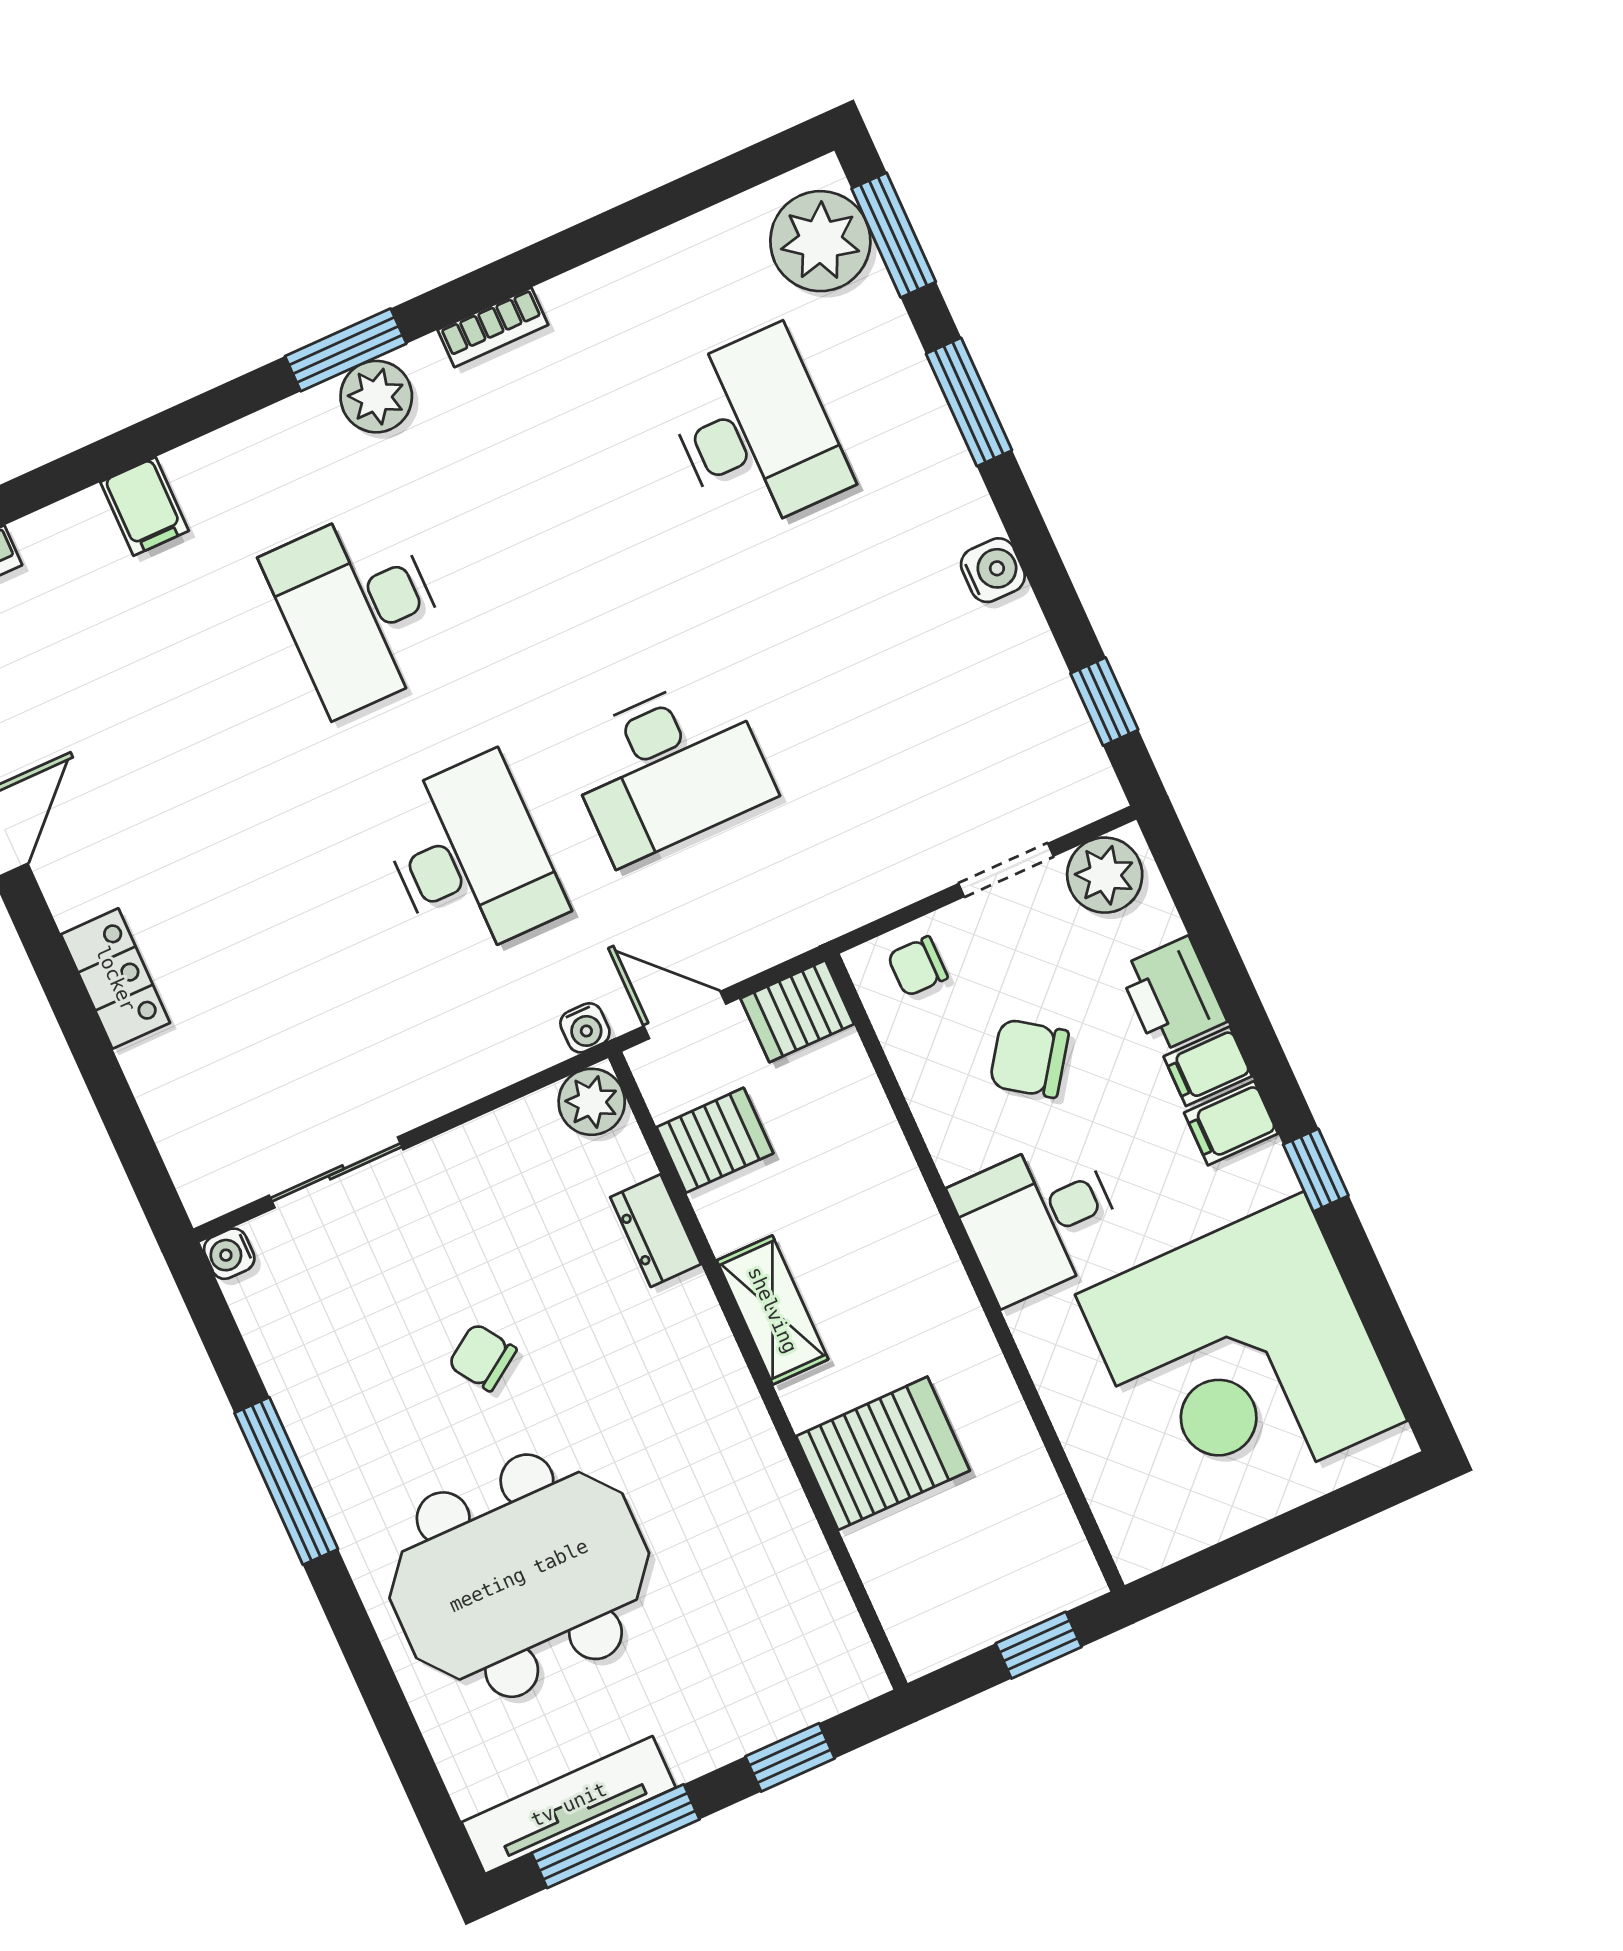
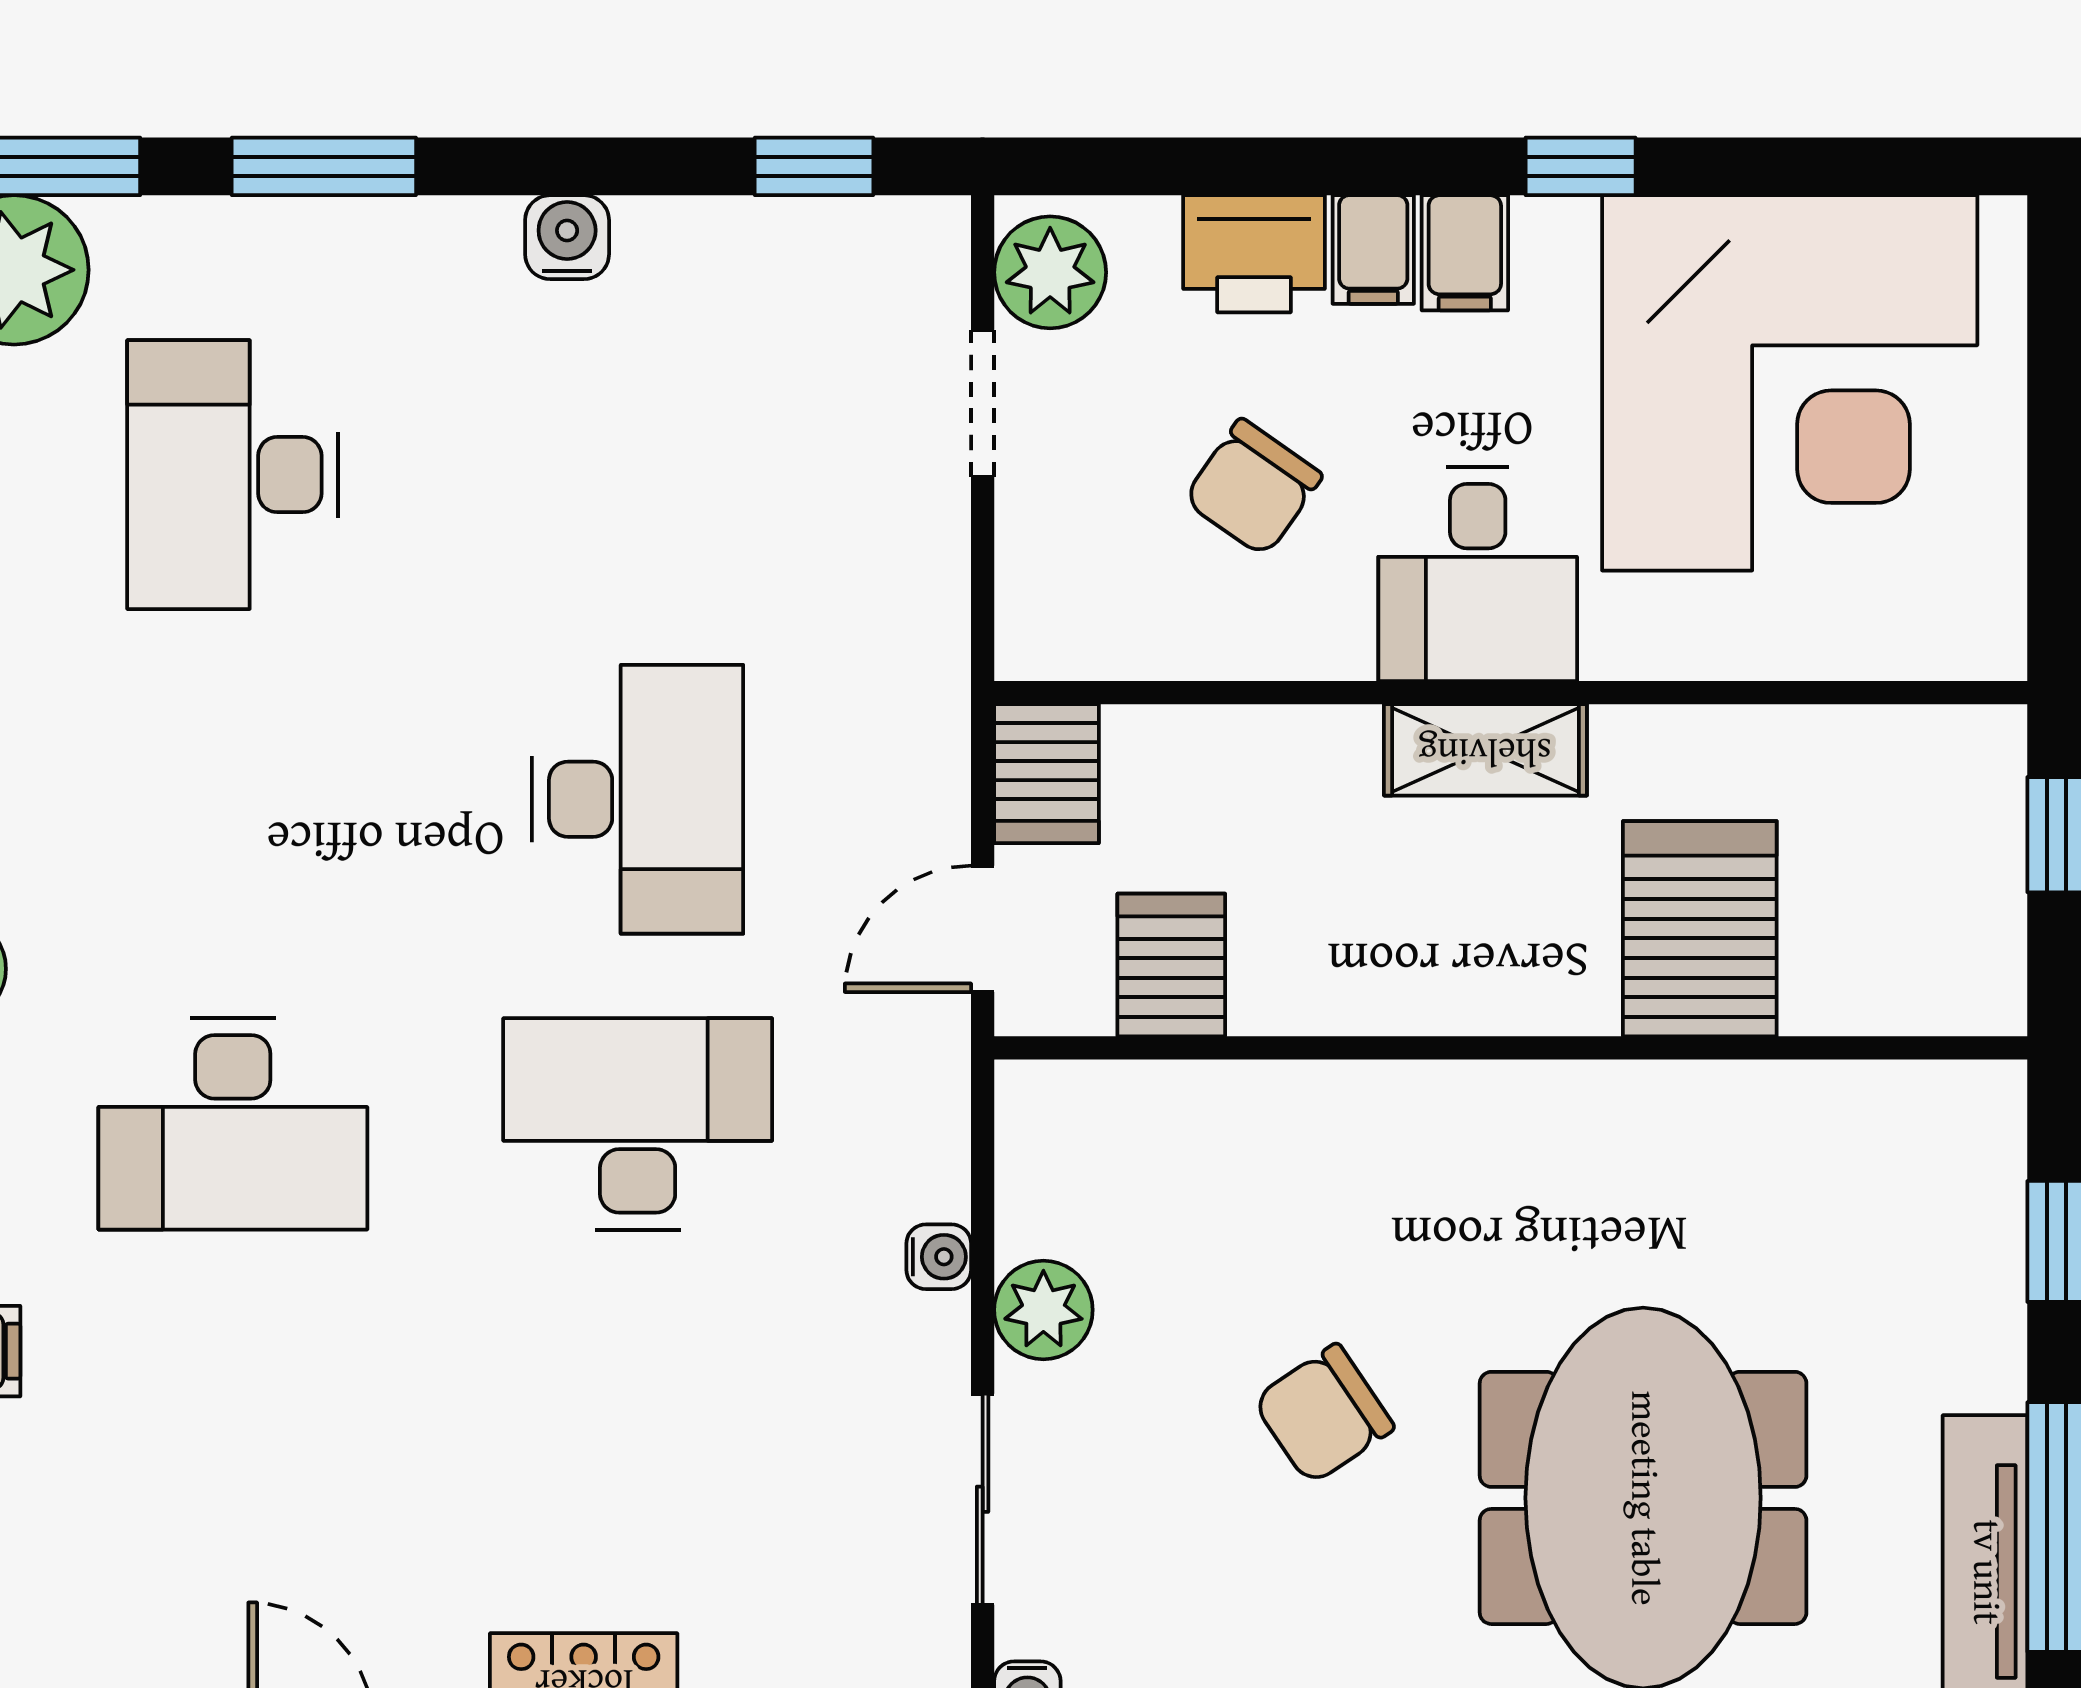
desk: (756, 431) -> (233, 475), turned -90
chair: (918, 966) -> (1059, 583), removed
water cooler: (585, 1028) -> (939, 1257), moved
plant: (592, 1102) -> (1043, 1310), moved
dresser: (656, 1231) -> (1258, 1101), removed
shelving: (772, 1310) -> (1485, 750), moved
chair: (482, 1357) -> (1323, 1414), width x1.37, depth x1.37

